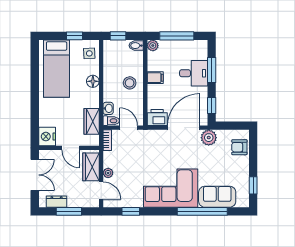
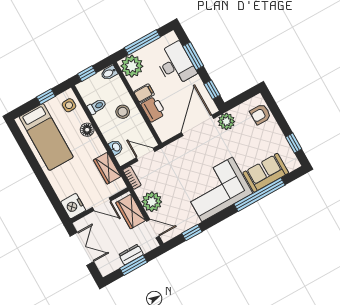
plant: (153, 46) -> (132, 66), width x1.87, depth x1.87
desk: (194, 73) -> (175, 64), width x1.37
printer: (157, 118) -> (153, 109), moved, turned 90
toilet: (111, 121) -> (97, 106), moved
plant: (108, 173) -> (152, 202), width x1.87, depth x1.87
dresser: (57, 202) -> (131, 255), moved

